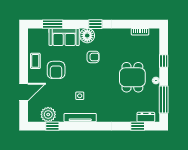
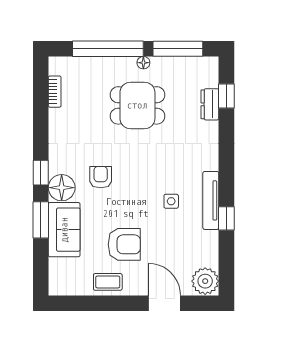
window: (53, 24) -> (41, 220), moved
window: (164, 61) -> (108, 49), width x3.17
plant: (48, 114) -> (205, 281), moved
dresser: (146, 117) -> (210, 104), moved
window: (52, 126) -> (226, 218), moved

